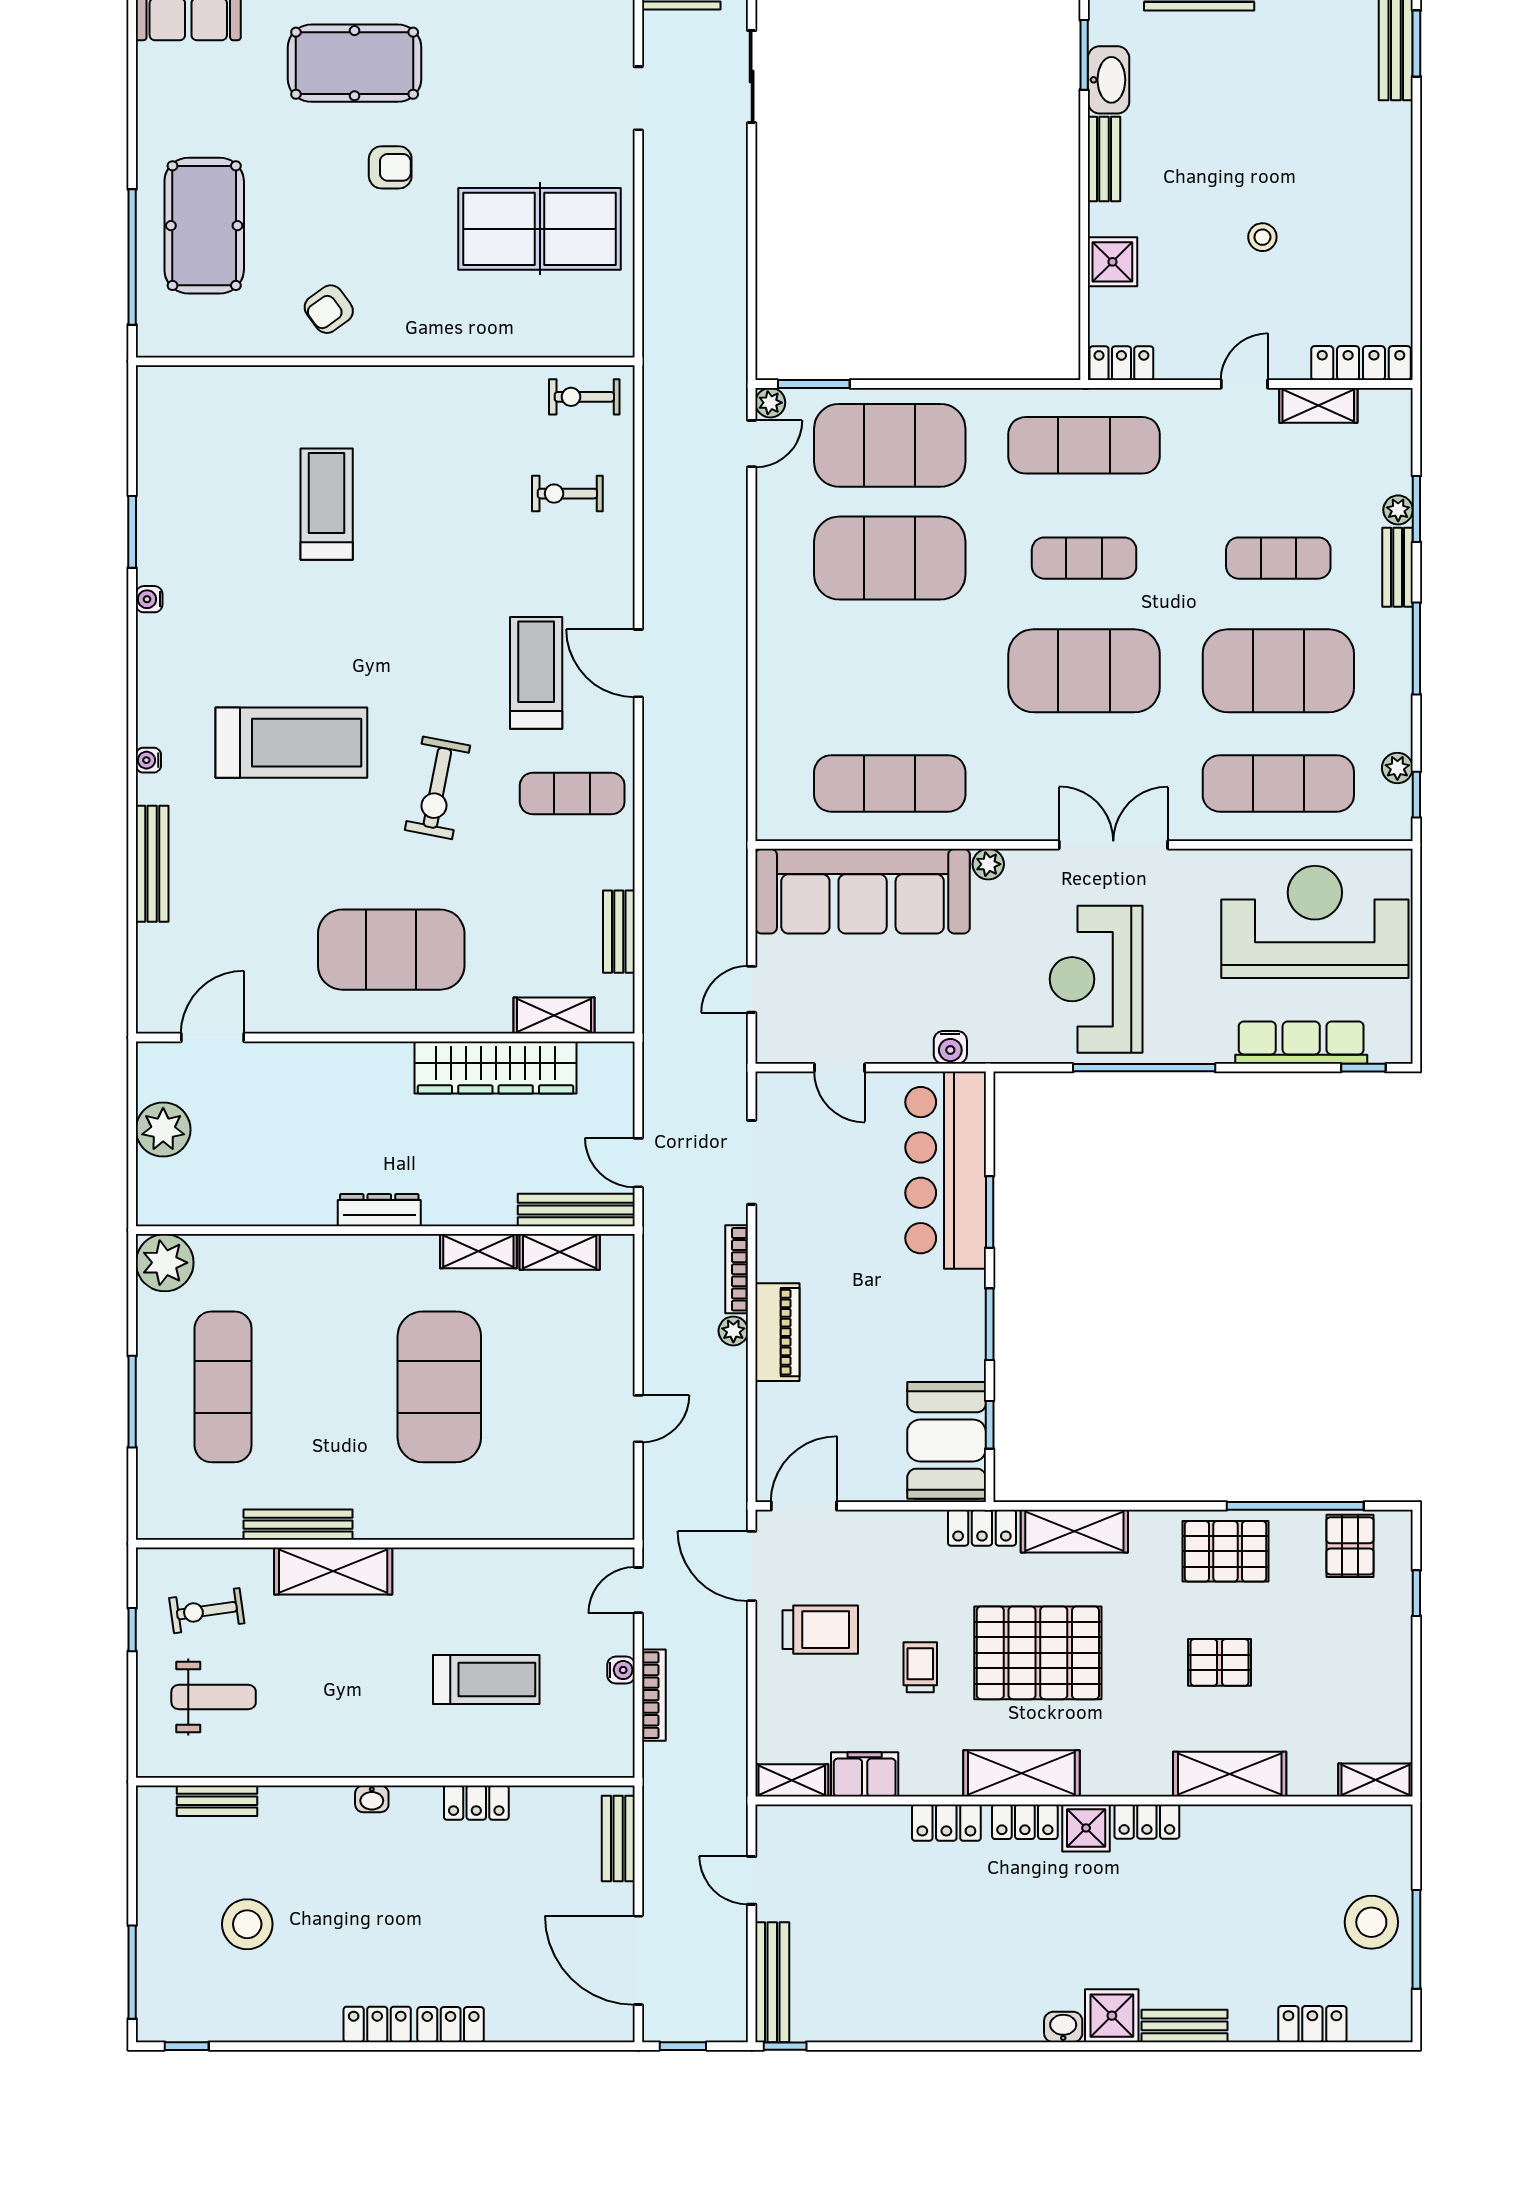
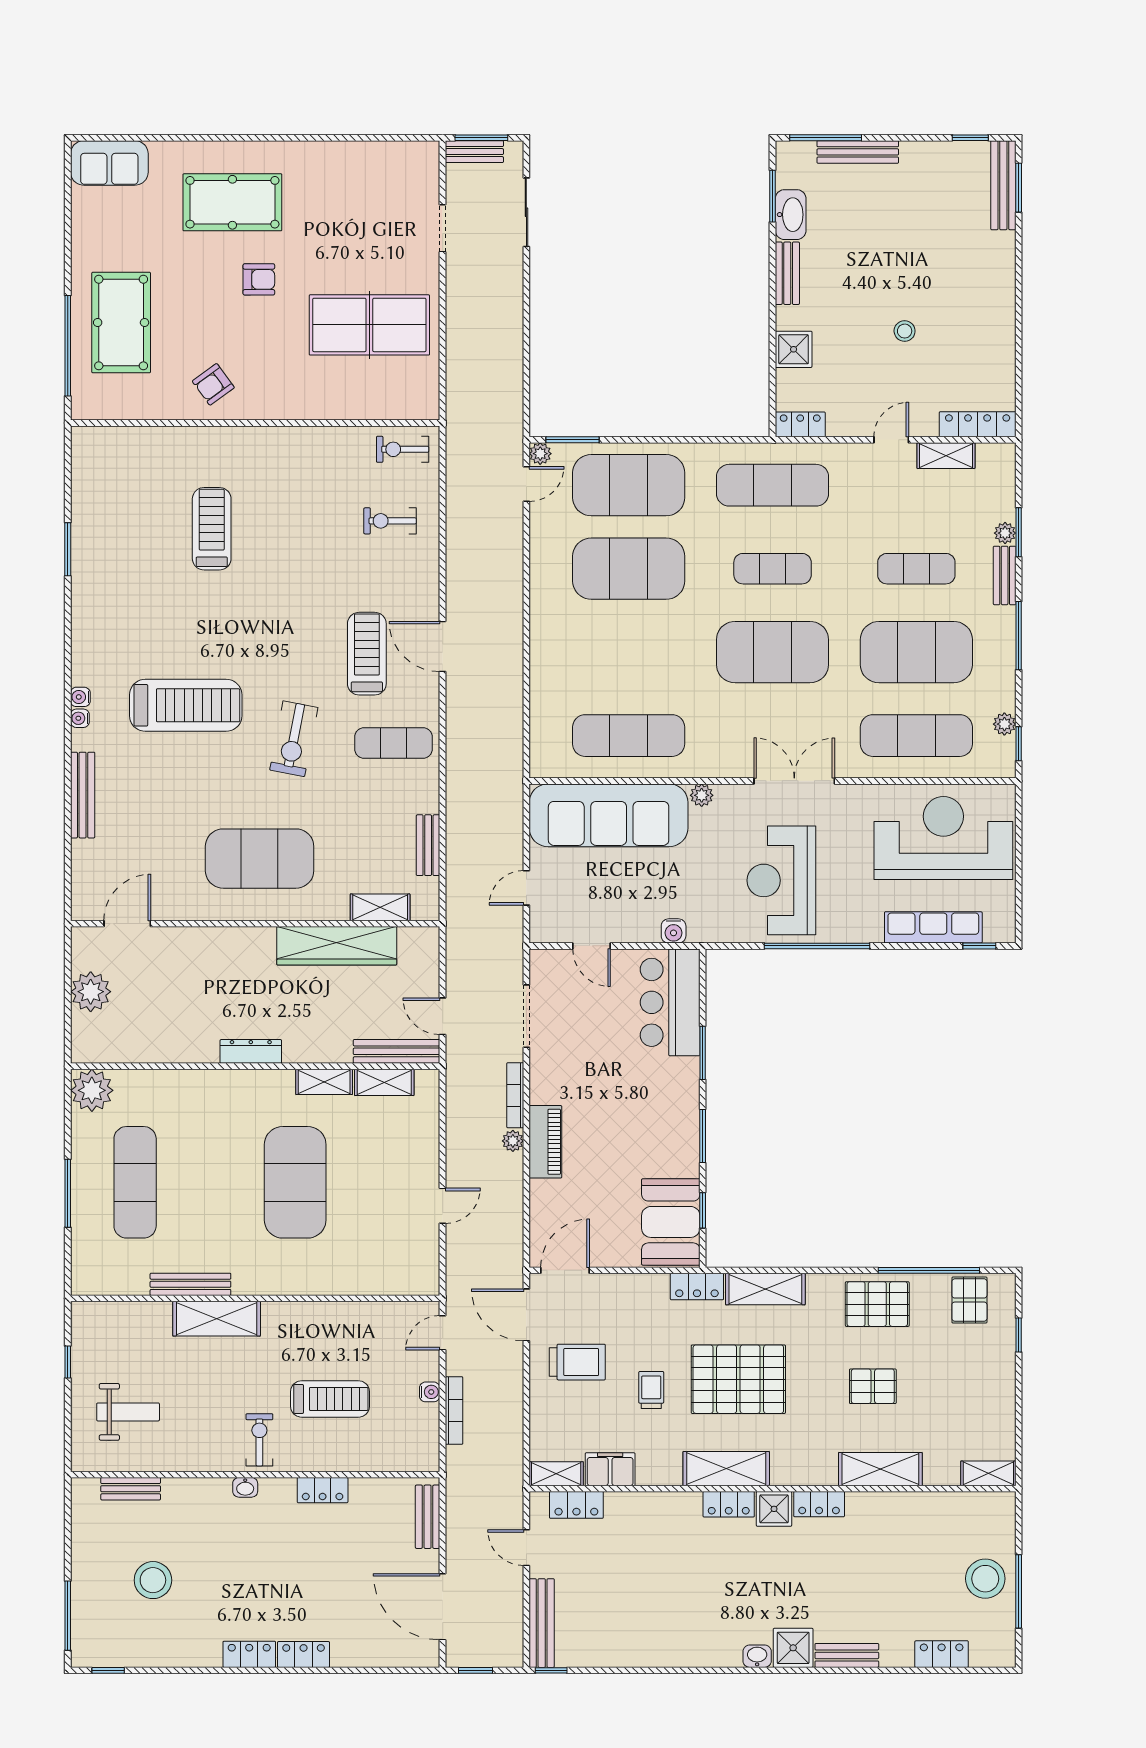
water cooler: (149, 599) -> (80, 697), moved
bar counter: (946, 1170) -> (670, 1002), width x0.73
exercise bike: (207, 1611) -> (259, 1440), moved, turned 98
locker: (946, 1823) -> (576, 1505), moved

